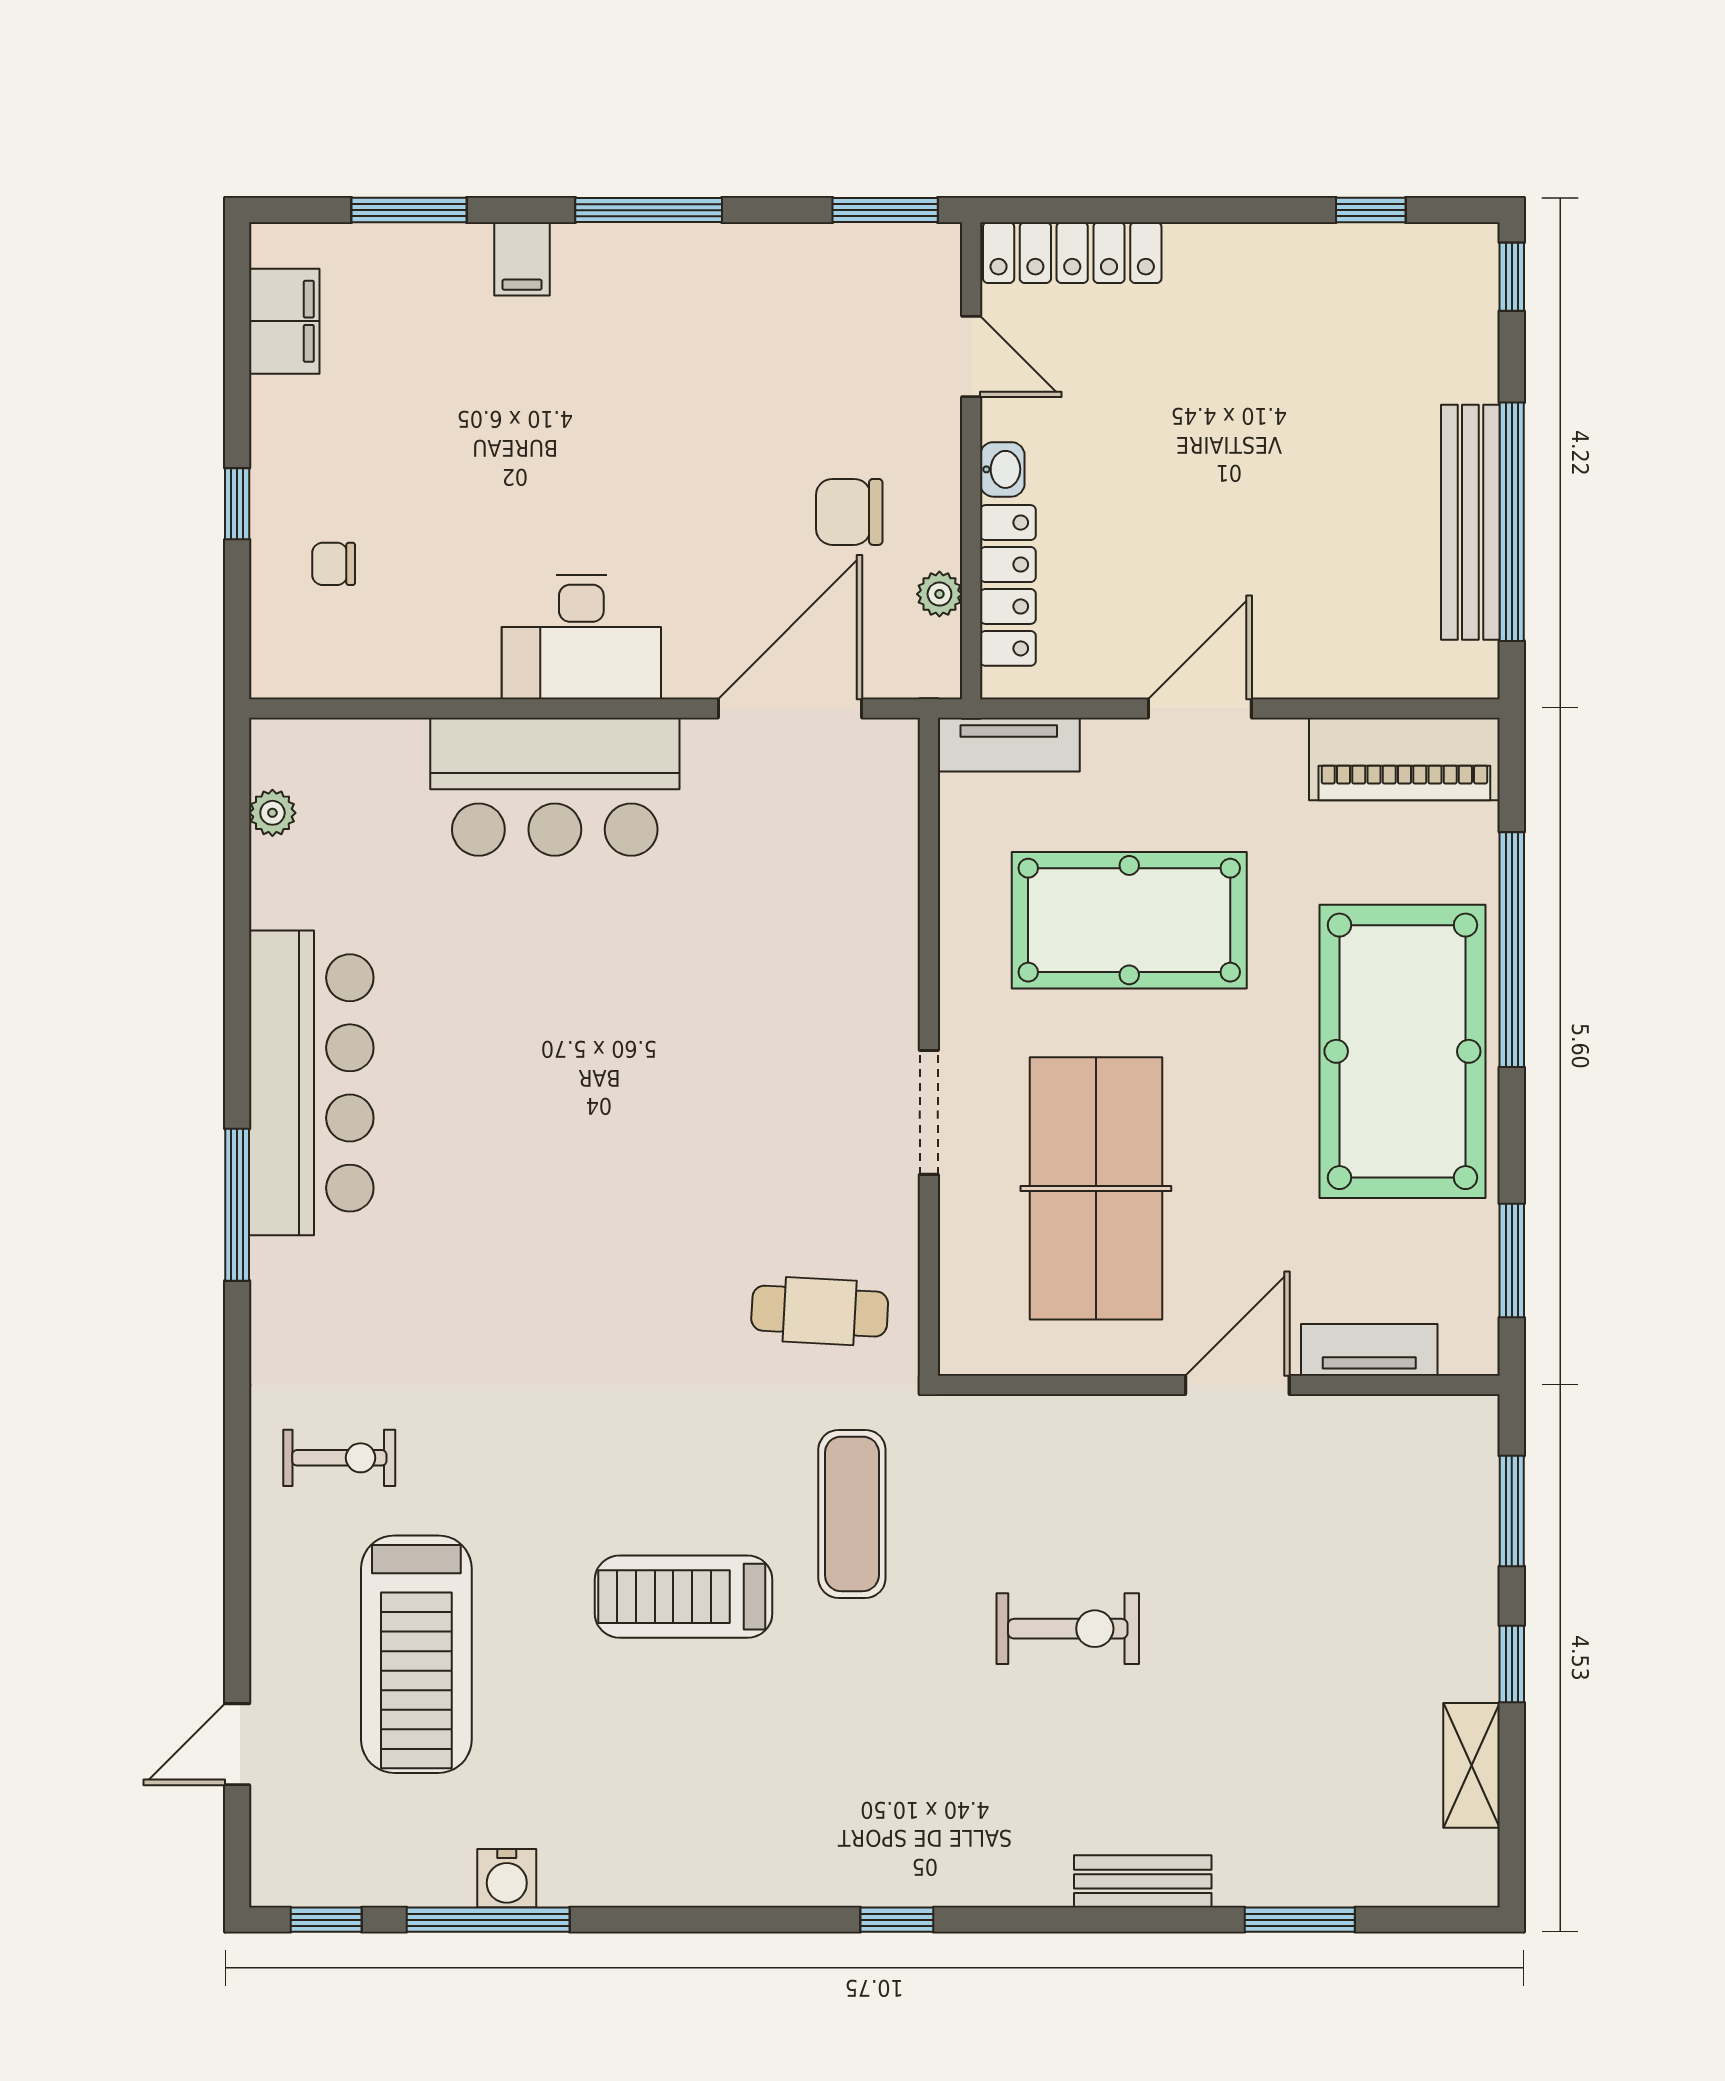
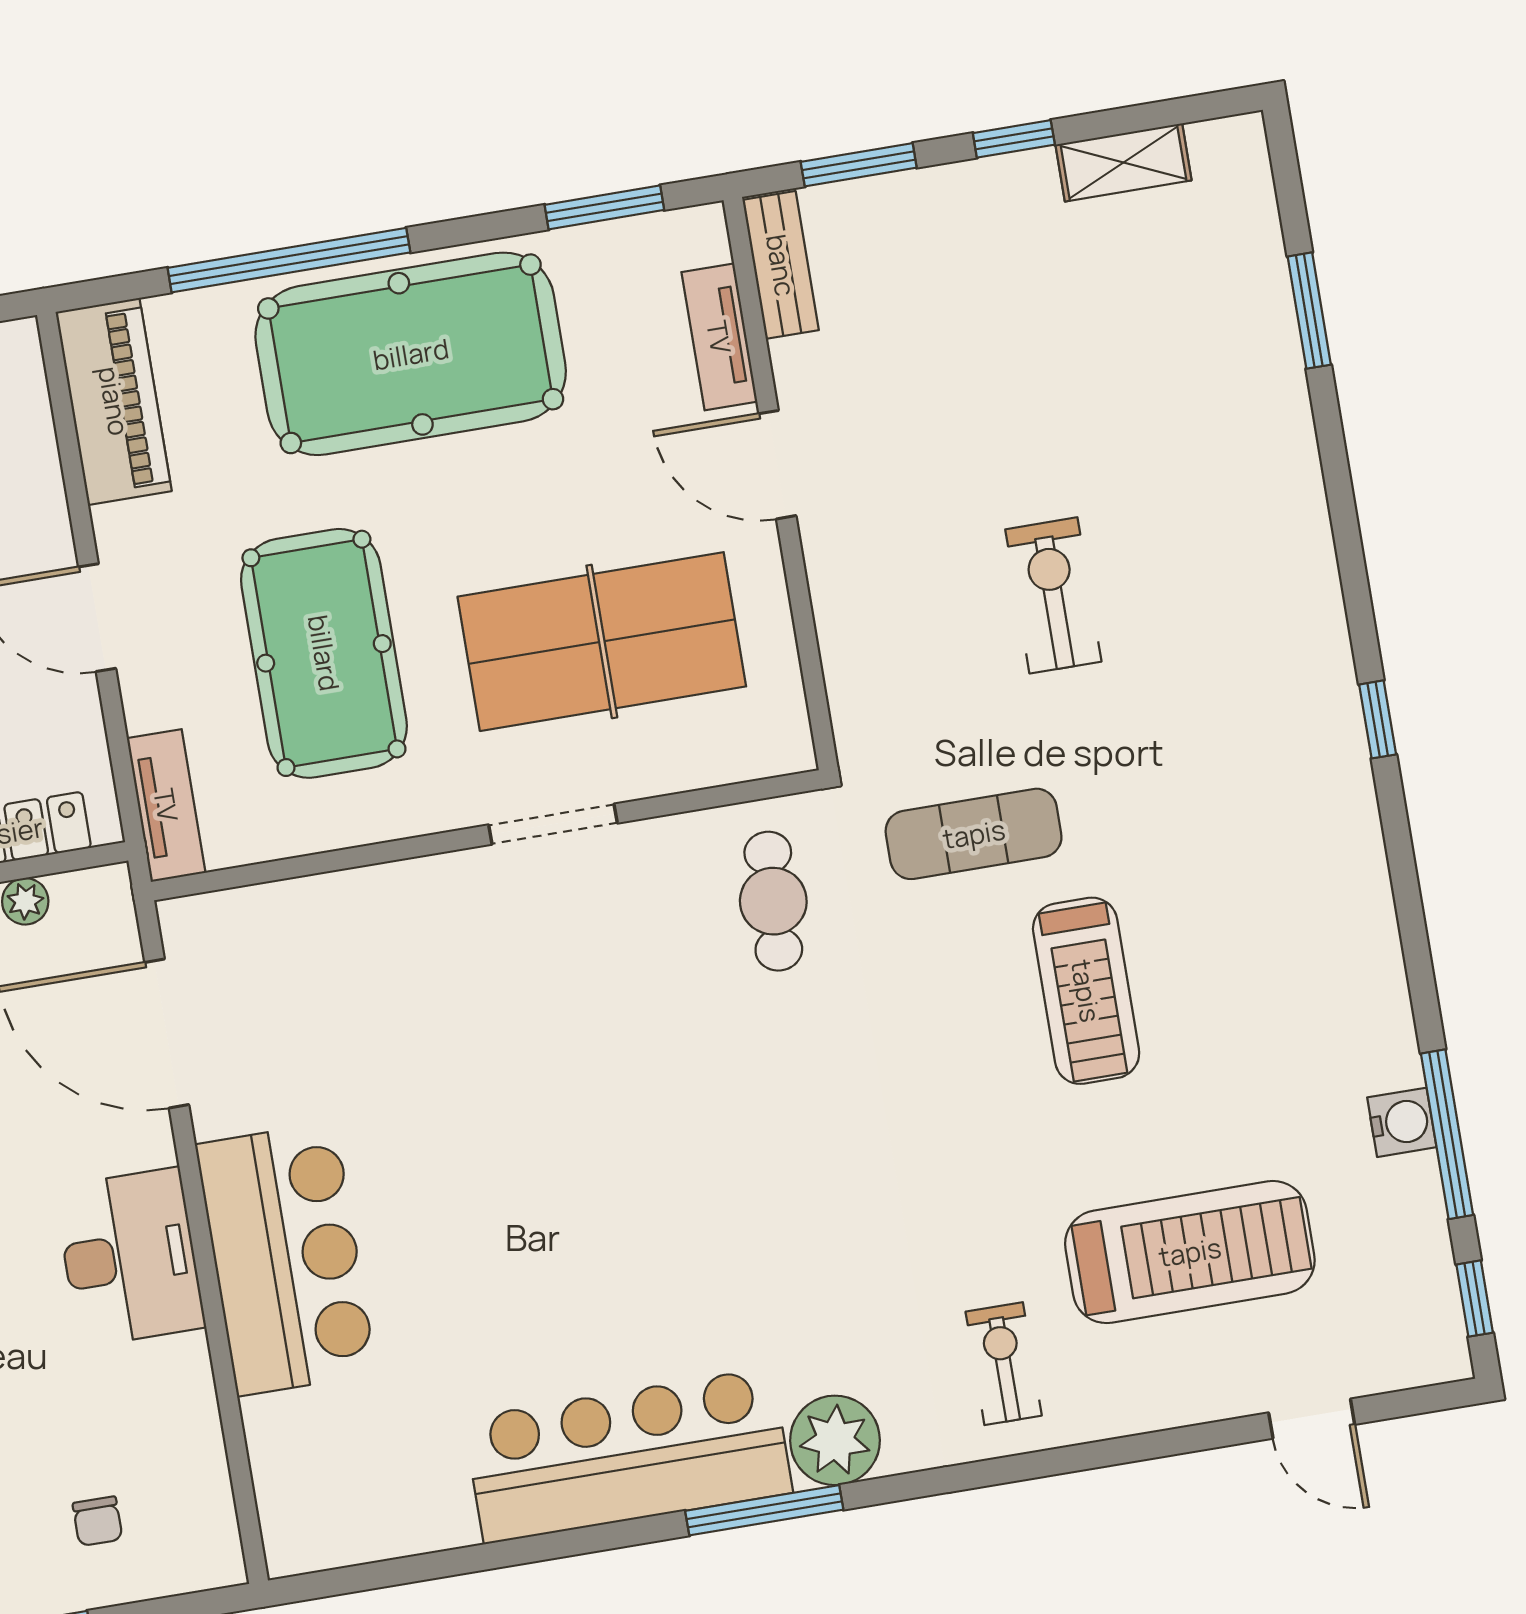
plant: (272, 813) -> (835, 1440), moved, width x1.87, depth x1.87
bench: (1143, 1881) -> (781, 265), moved

